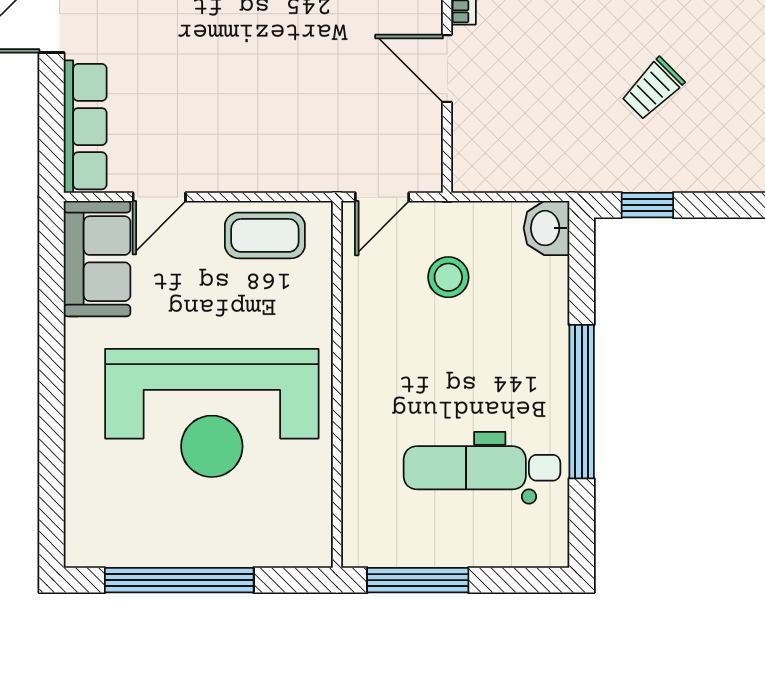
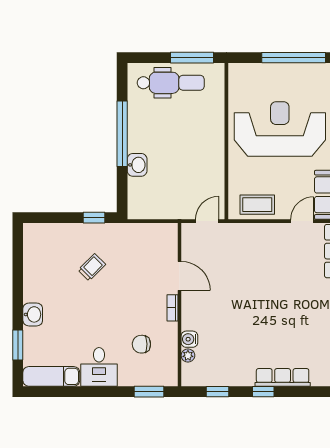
washbasin: (546, 228) -> (137, 165), moved
stool: (448, 277) -> (179, 187), removed
dental chair: (482, 468) -> (171, 83), moved

